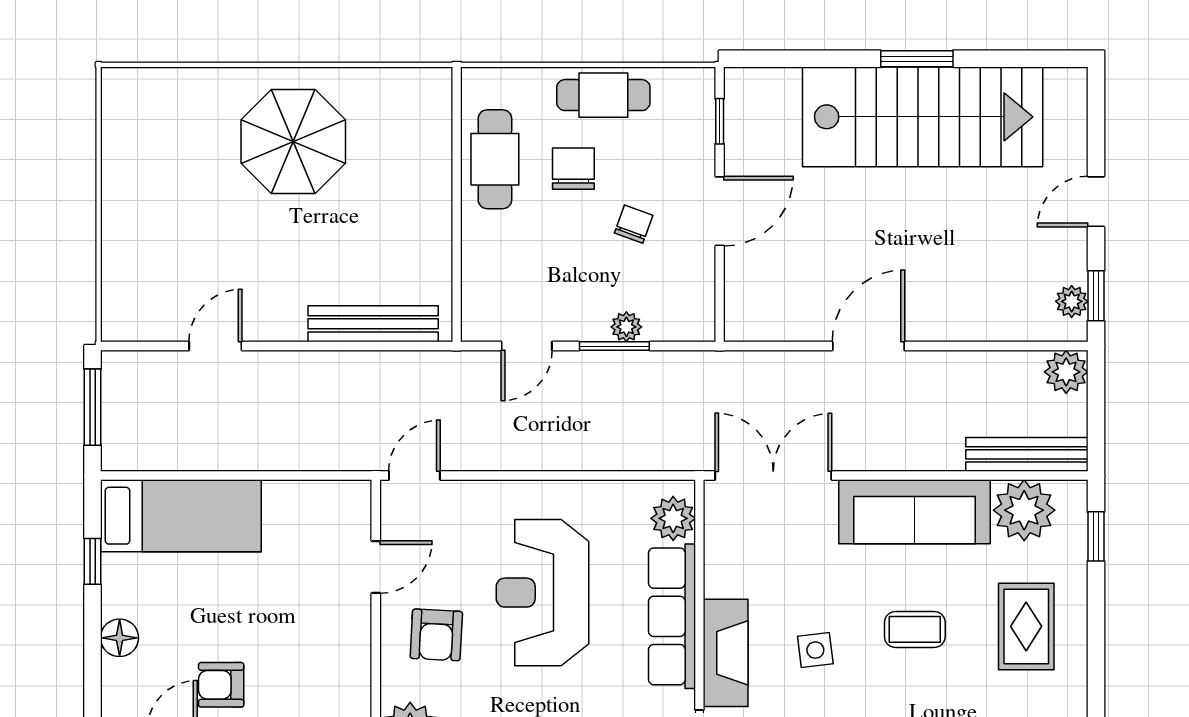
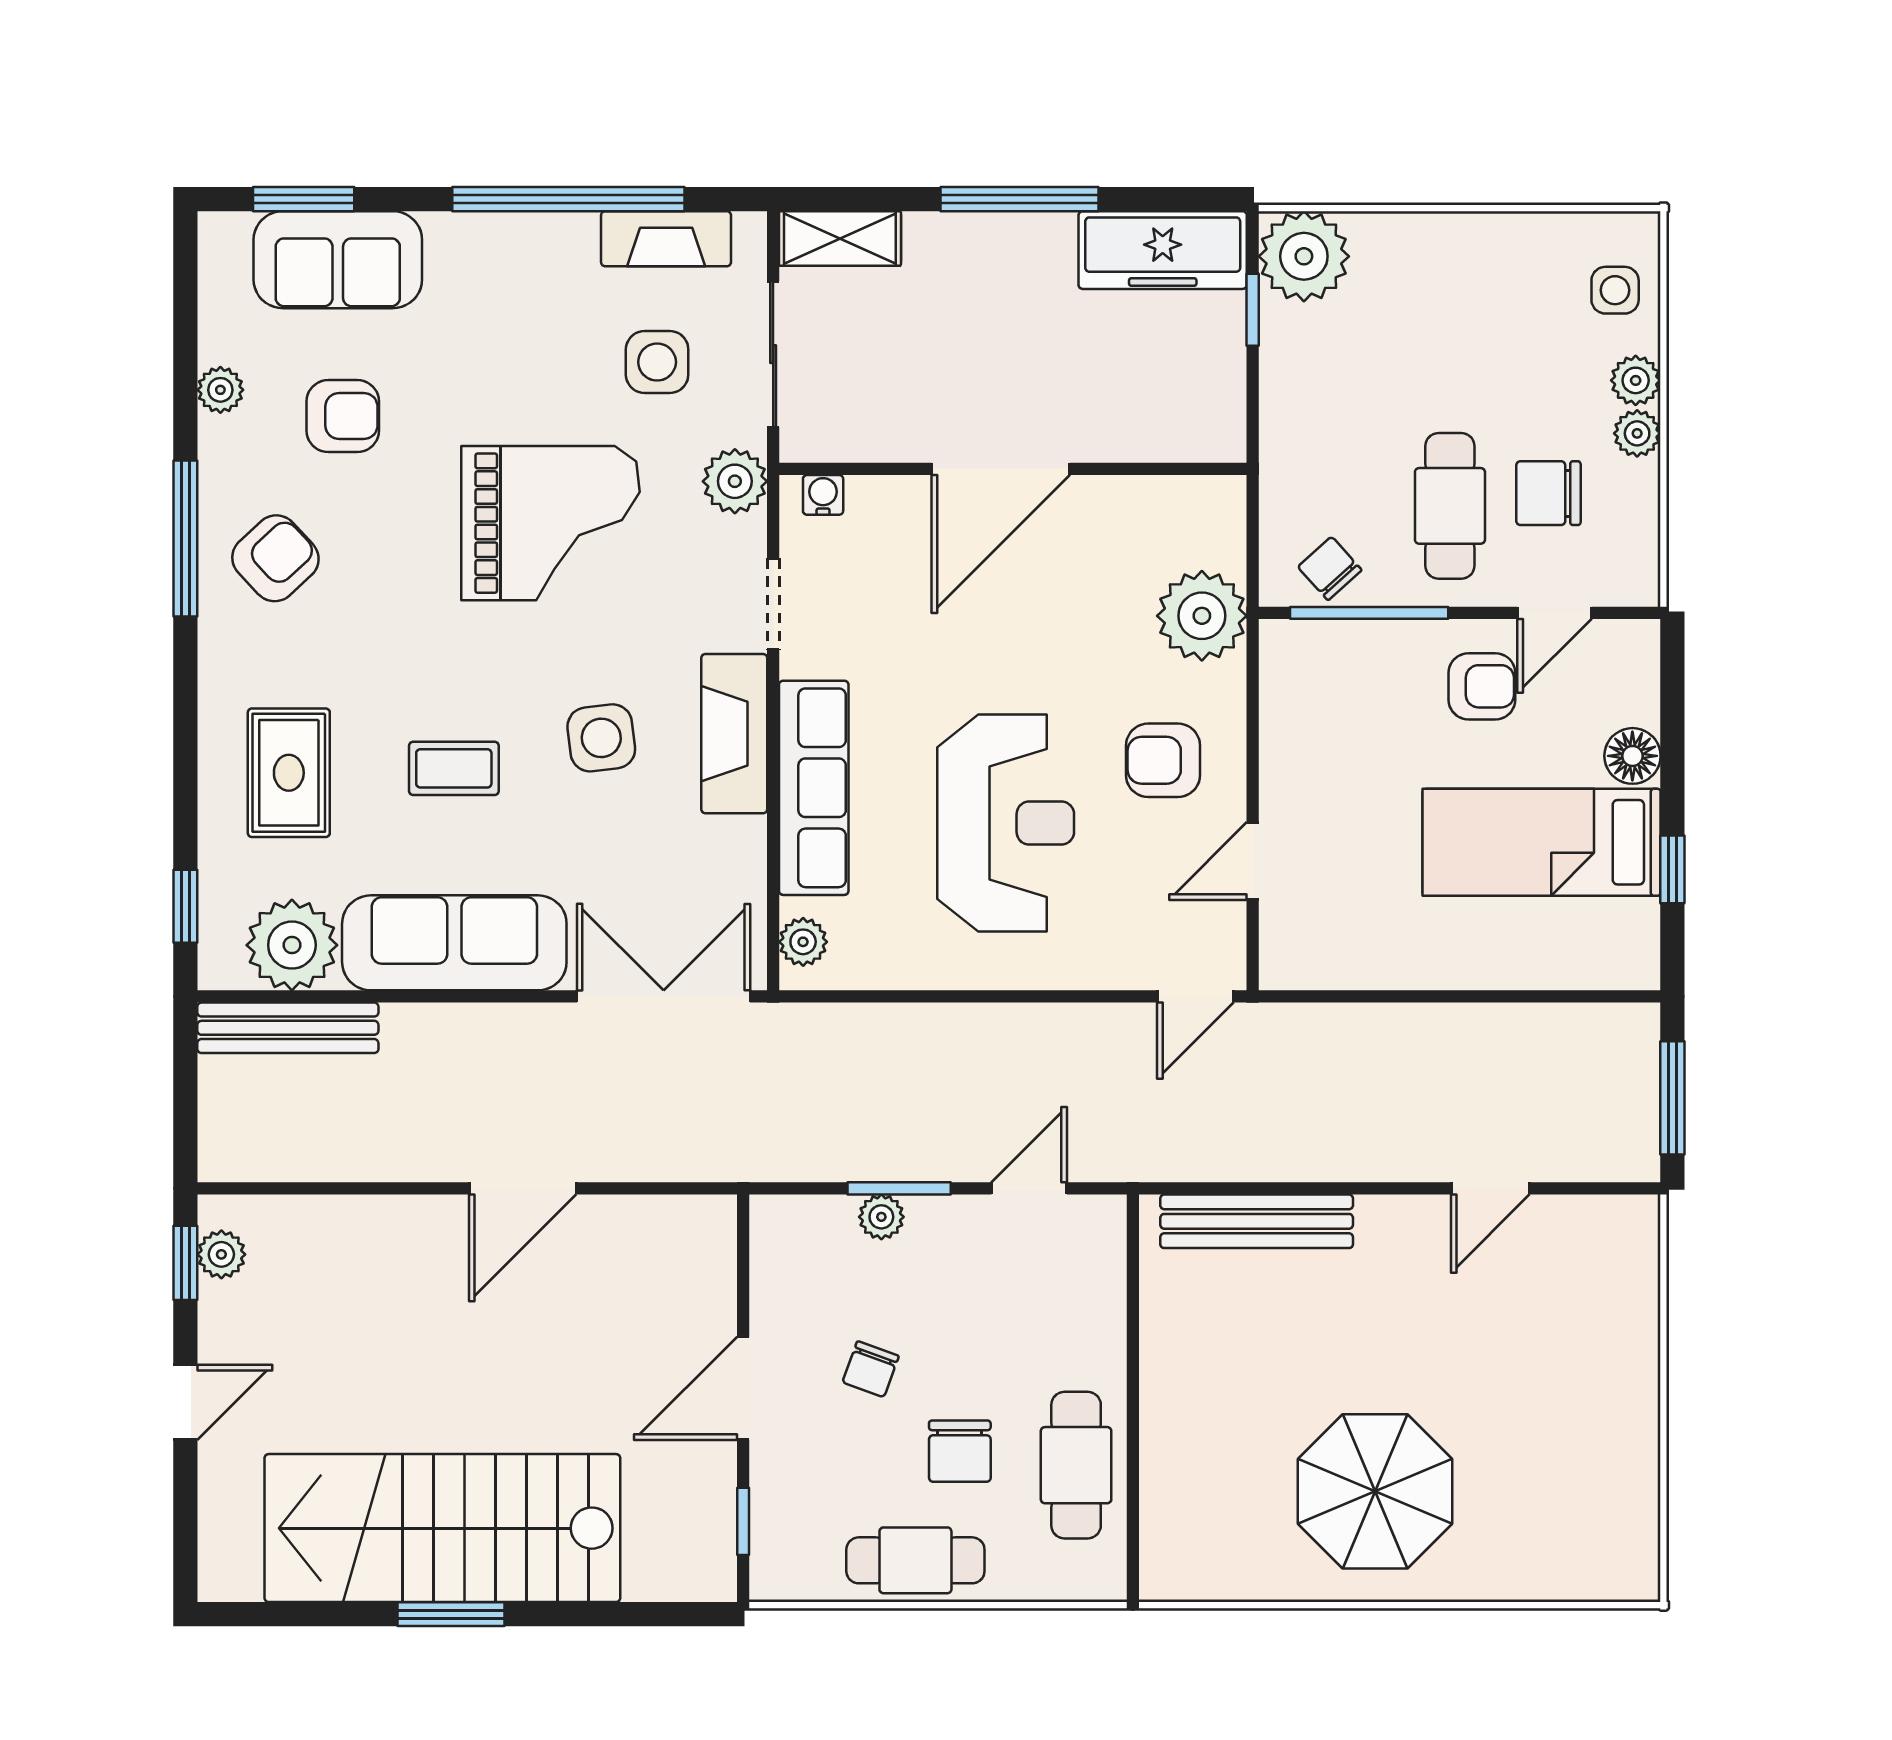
plant: (1066, 372) -> (230, 1150), removed
double door: (773, 476) -> (664, 996), swing flipped
bed: (181, 516) -> (1541, 842), moved
plant: (673, 518) -> (803, 942), width x0.73, depth x0.73
armchair: (436, 635) -> (1163, 760), turned -93
side table: (815, 650) -> (601, 738), width x1.37, depth x1.37

